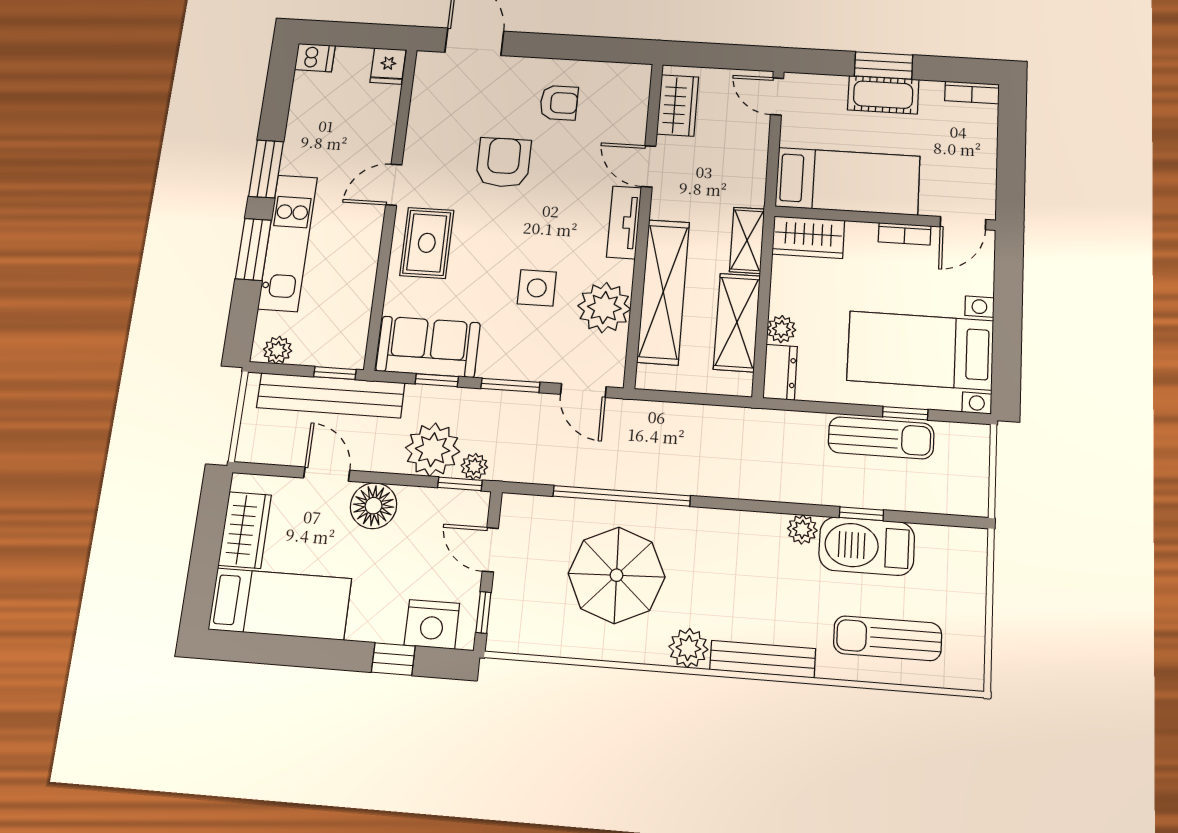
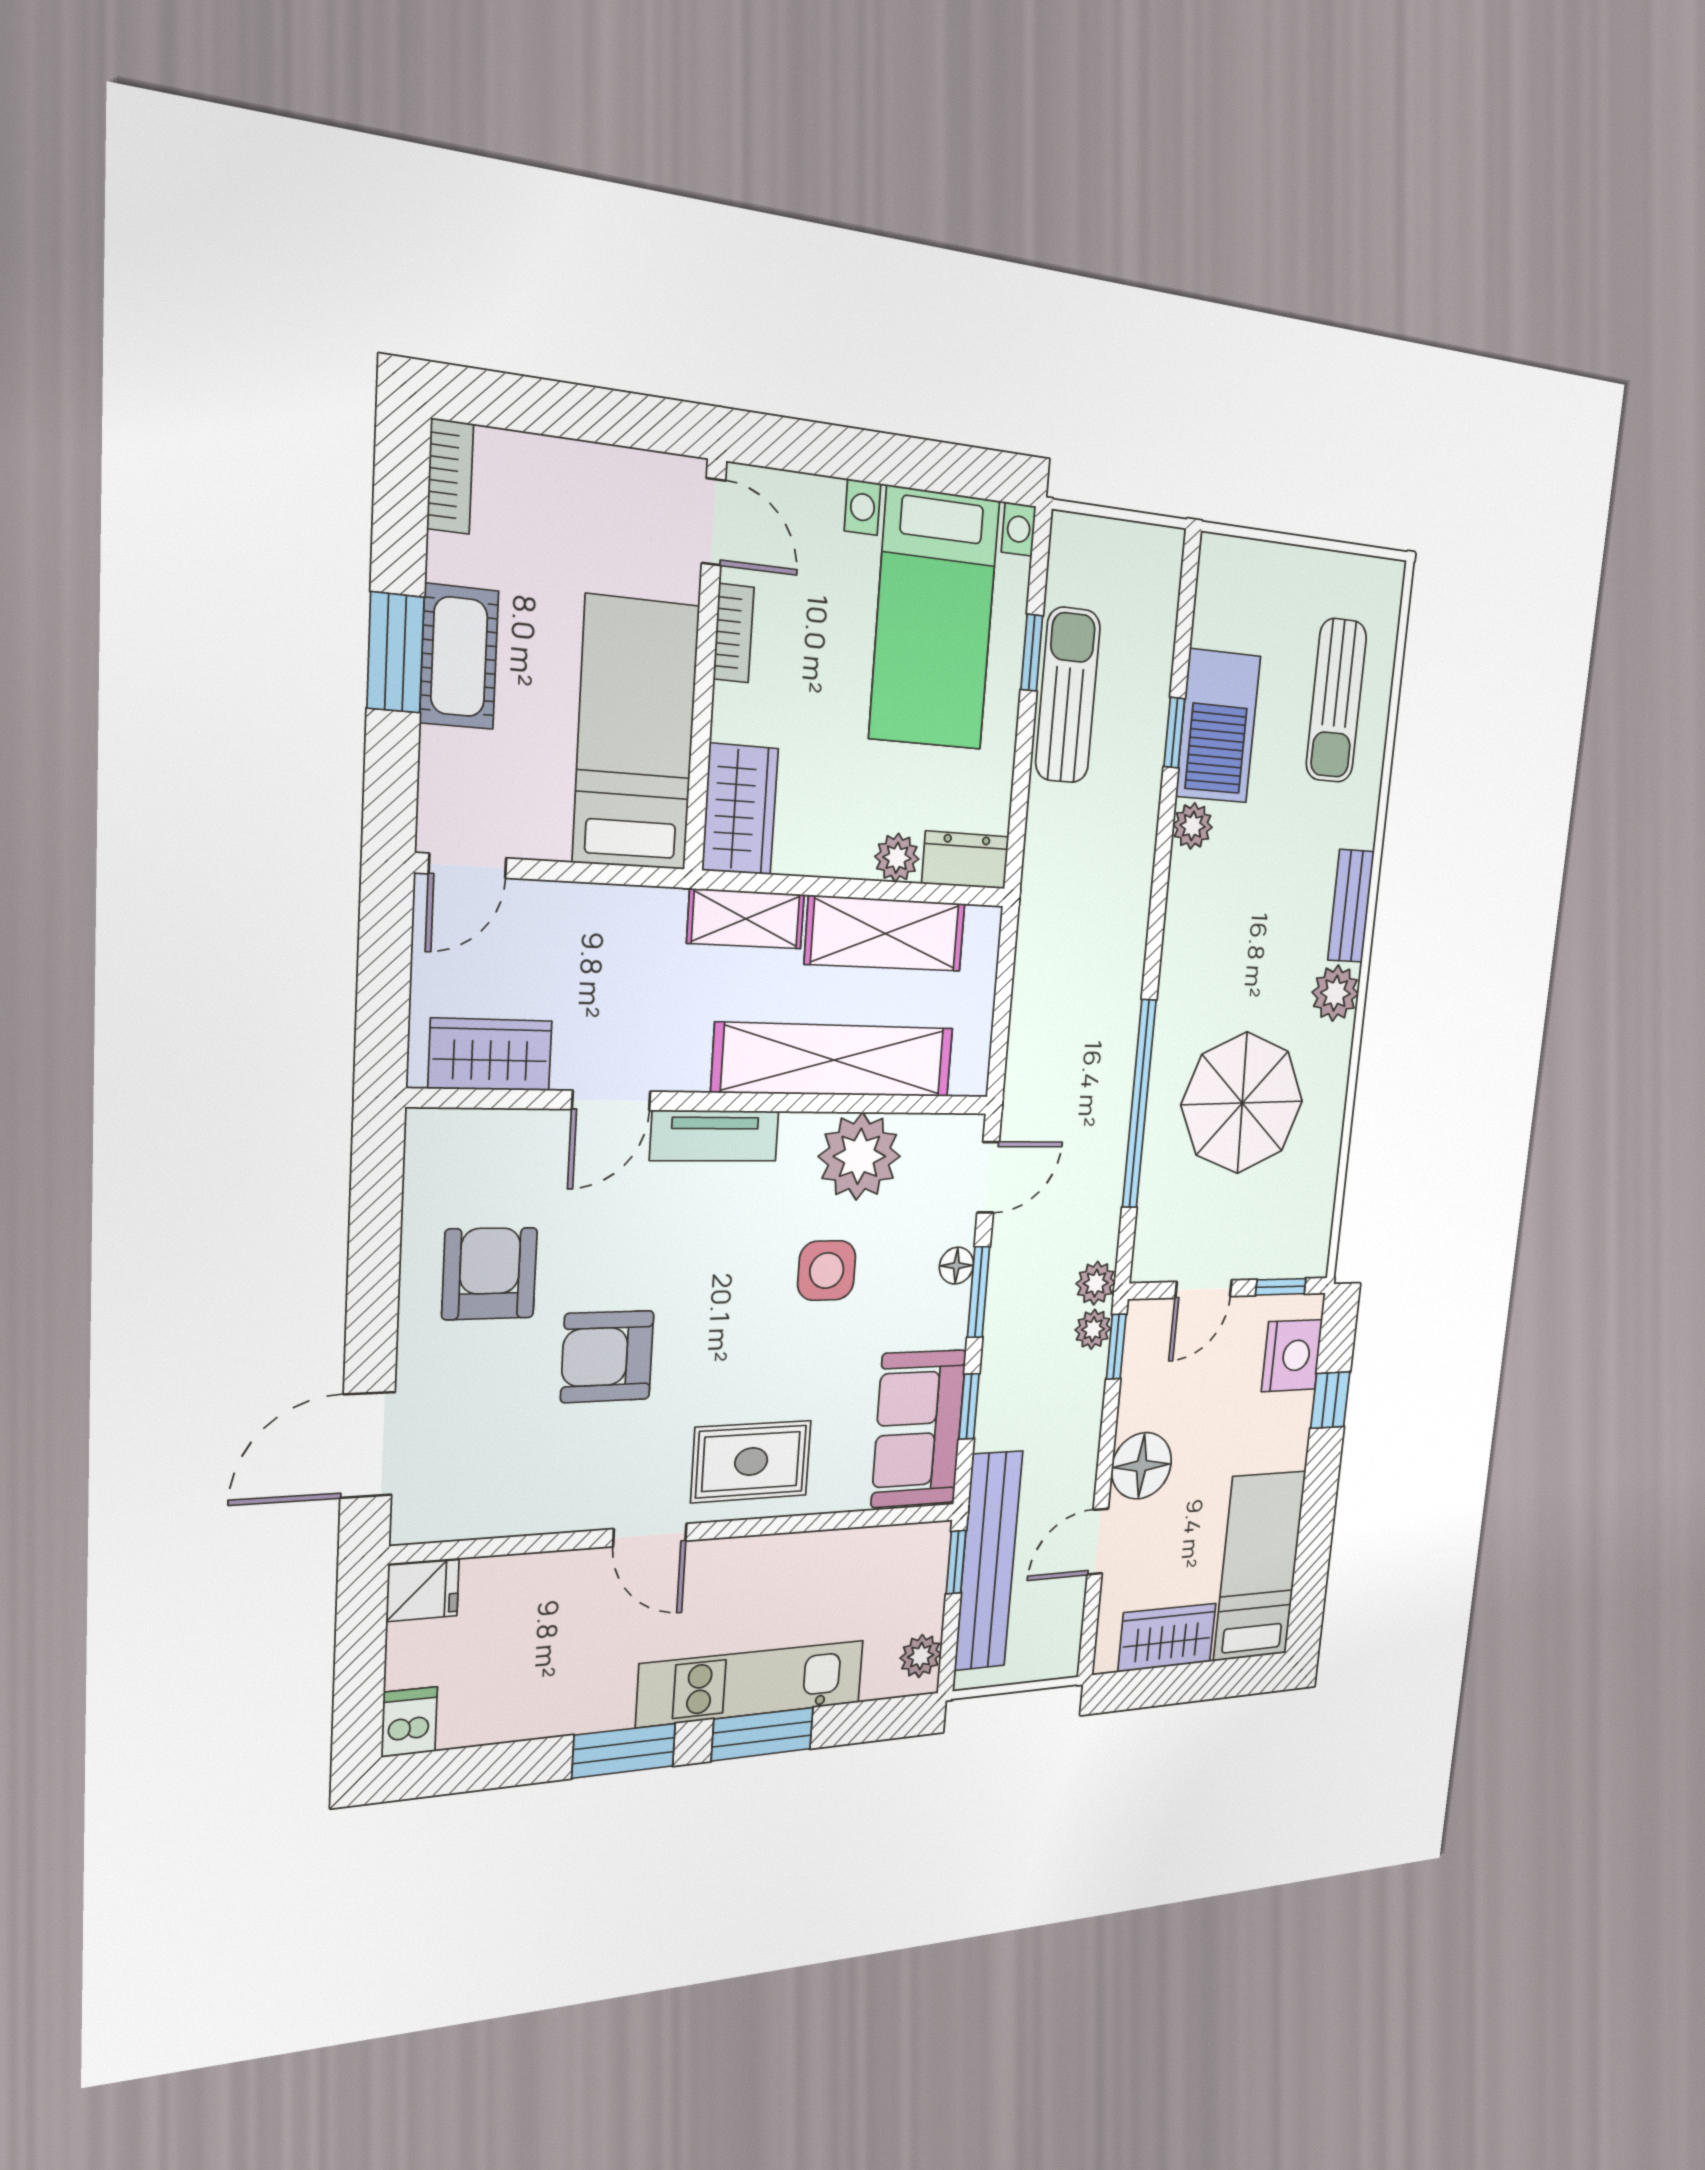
armchair: (559, 103) -> (490, 1274), width x1.38, depth x1.38
floor lamp: (529, 370) -> (956, 1266), added
plant: (433, 450) -> (1096, 1283), moved, width x0.53, depth x0.53
bench: (763, 659) -> (1351, 906), width x0.73

